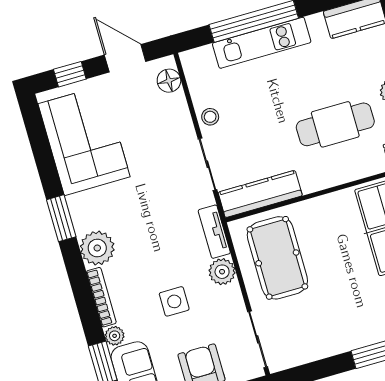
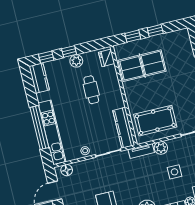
kitchen unit: (262, 43) -> (52, 132), width x1.36
cafe table: (335, 124) -> (91, 90), width x0.73, depth x0.74

